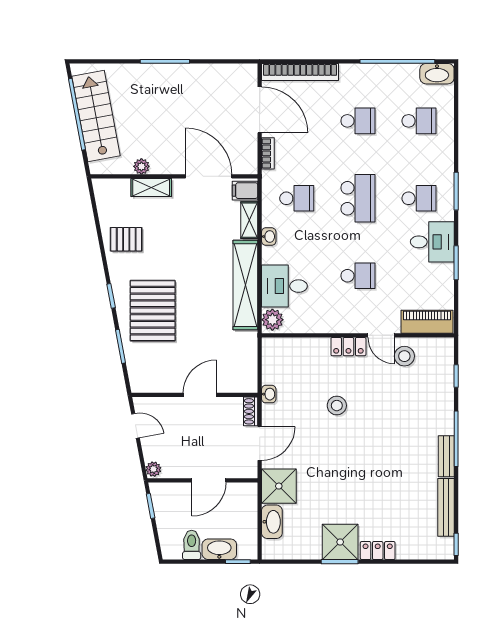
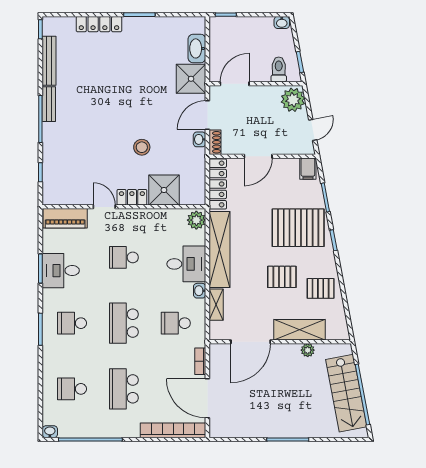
washbasin: (437, 74) -> (50, 432), width x0.52, depth x0.69
school desk: (358, 121) -> (124, 389), width x1.85
door: (209, 176) -> (251, 342), hinge flipped
shelving: (151, 188) -> (299, 330), width x1.50, depth x1.33
filing cabinet: (245, 191) -> (308, 169), moved, turned 90
desk: (432, 242) -> (61, 271), moved
pallet: (172, 253) -> (282, 277), added
desk: (284, 286) -> (186, 264), moved
pallet: (153, 311) -> (298, 228), turned 90
stool: (404, 356) -> (84, 189), removed
locker: (247, 362) -> (218, 184), added
washbasin: (269, 394) -> (200, 139), moved
door: (135, 426) -> (313, 130), swing flipped
plant: (153, 469) -> (293, 100), width x1.88, depth x1.88
door: (209, 480) -> (235, 84), moved
shower: (340, 542) -> (164, 190), moved
toilet: (192, 545) -> (279, 69), moved, turned 180
washbasin: (219, 549) -> (282, 22), moved, width x0.52, depth x0.69
locker: (378, 551) -> (99, 24), width x1.53

